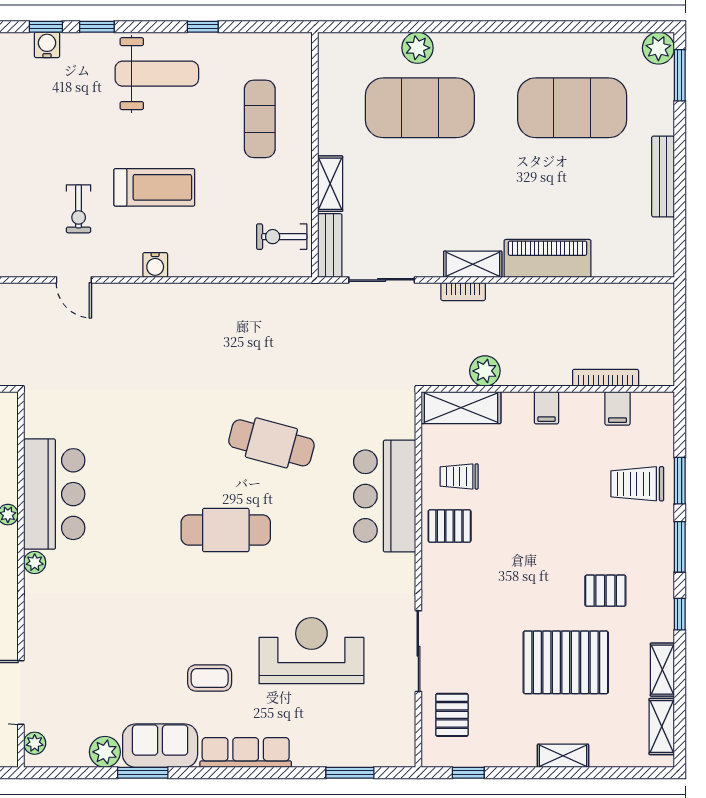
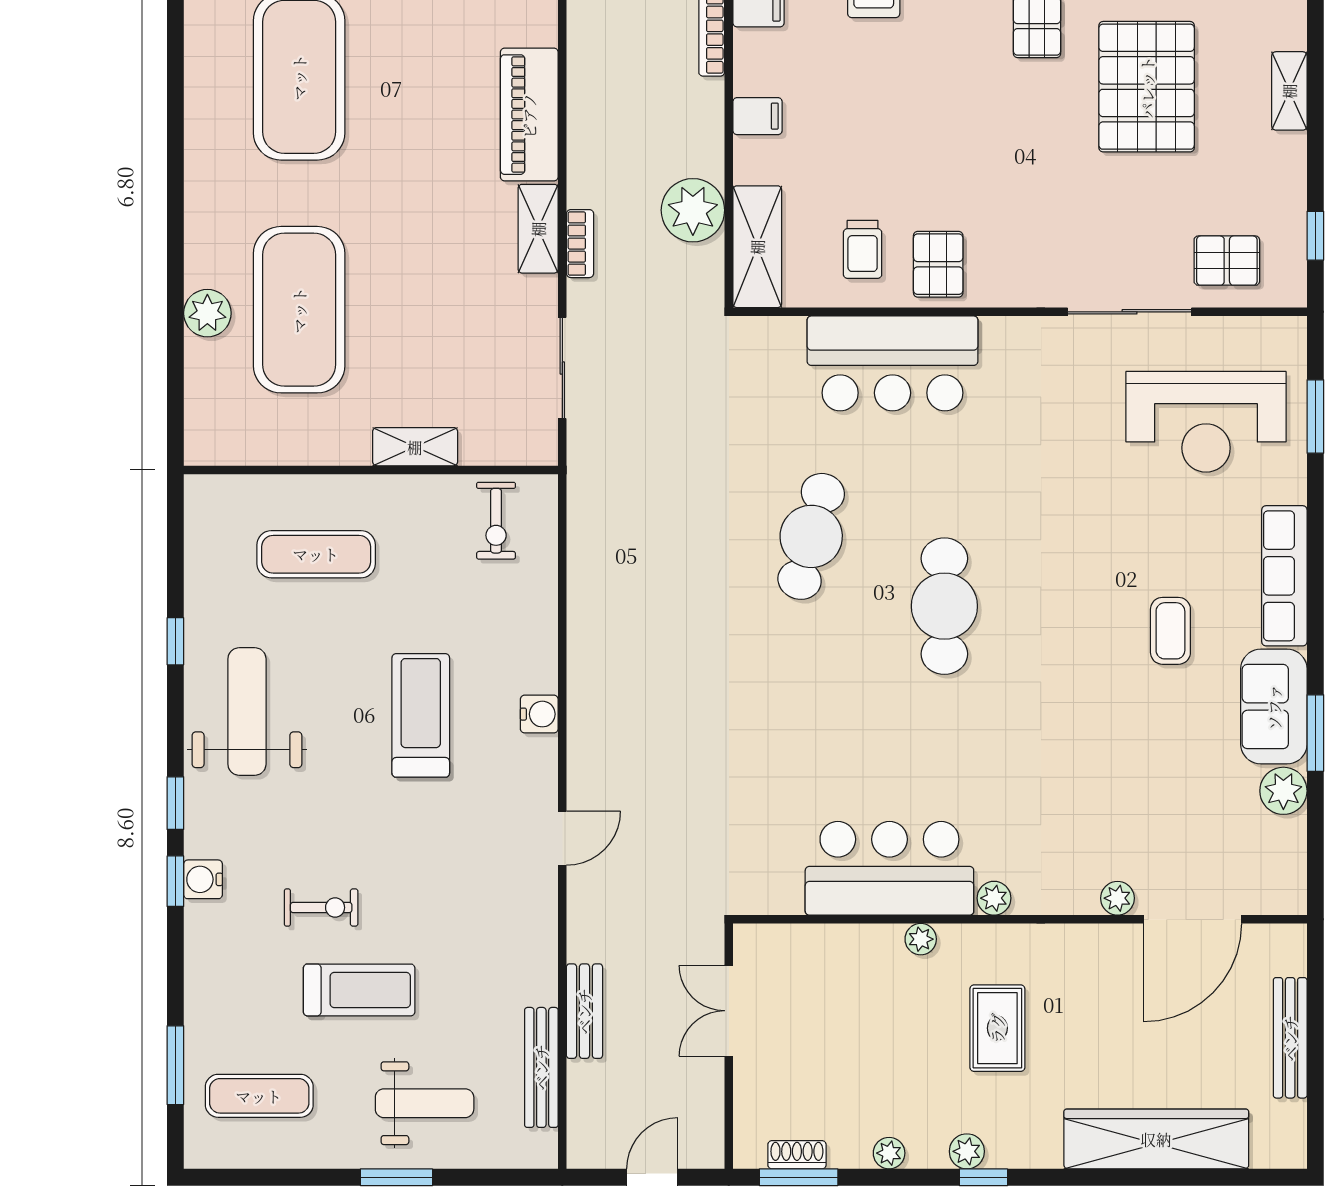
exercise bike: (79, 209) -> (321, 908), moved
bench: (330, 245) -> (510, 447), removed
plant: (485, 371) -> (693, 210), width x1.36, depth x1.36
reception desk: (311, 651) -> (1206, 422), moved, turned -90
plant: (35, 743) -> (1117, 898), moved

